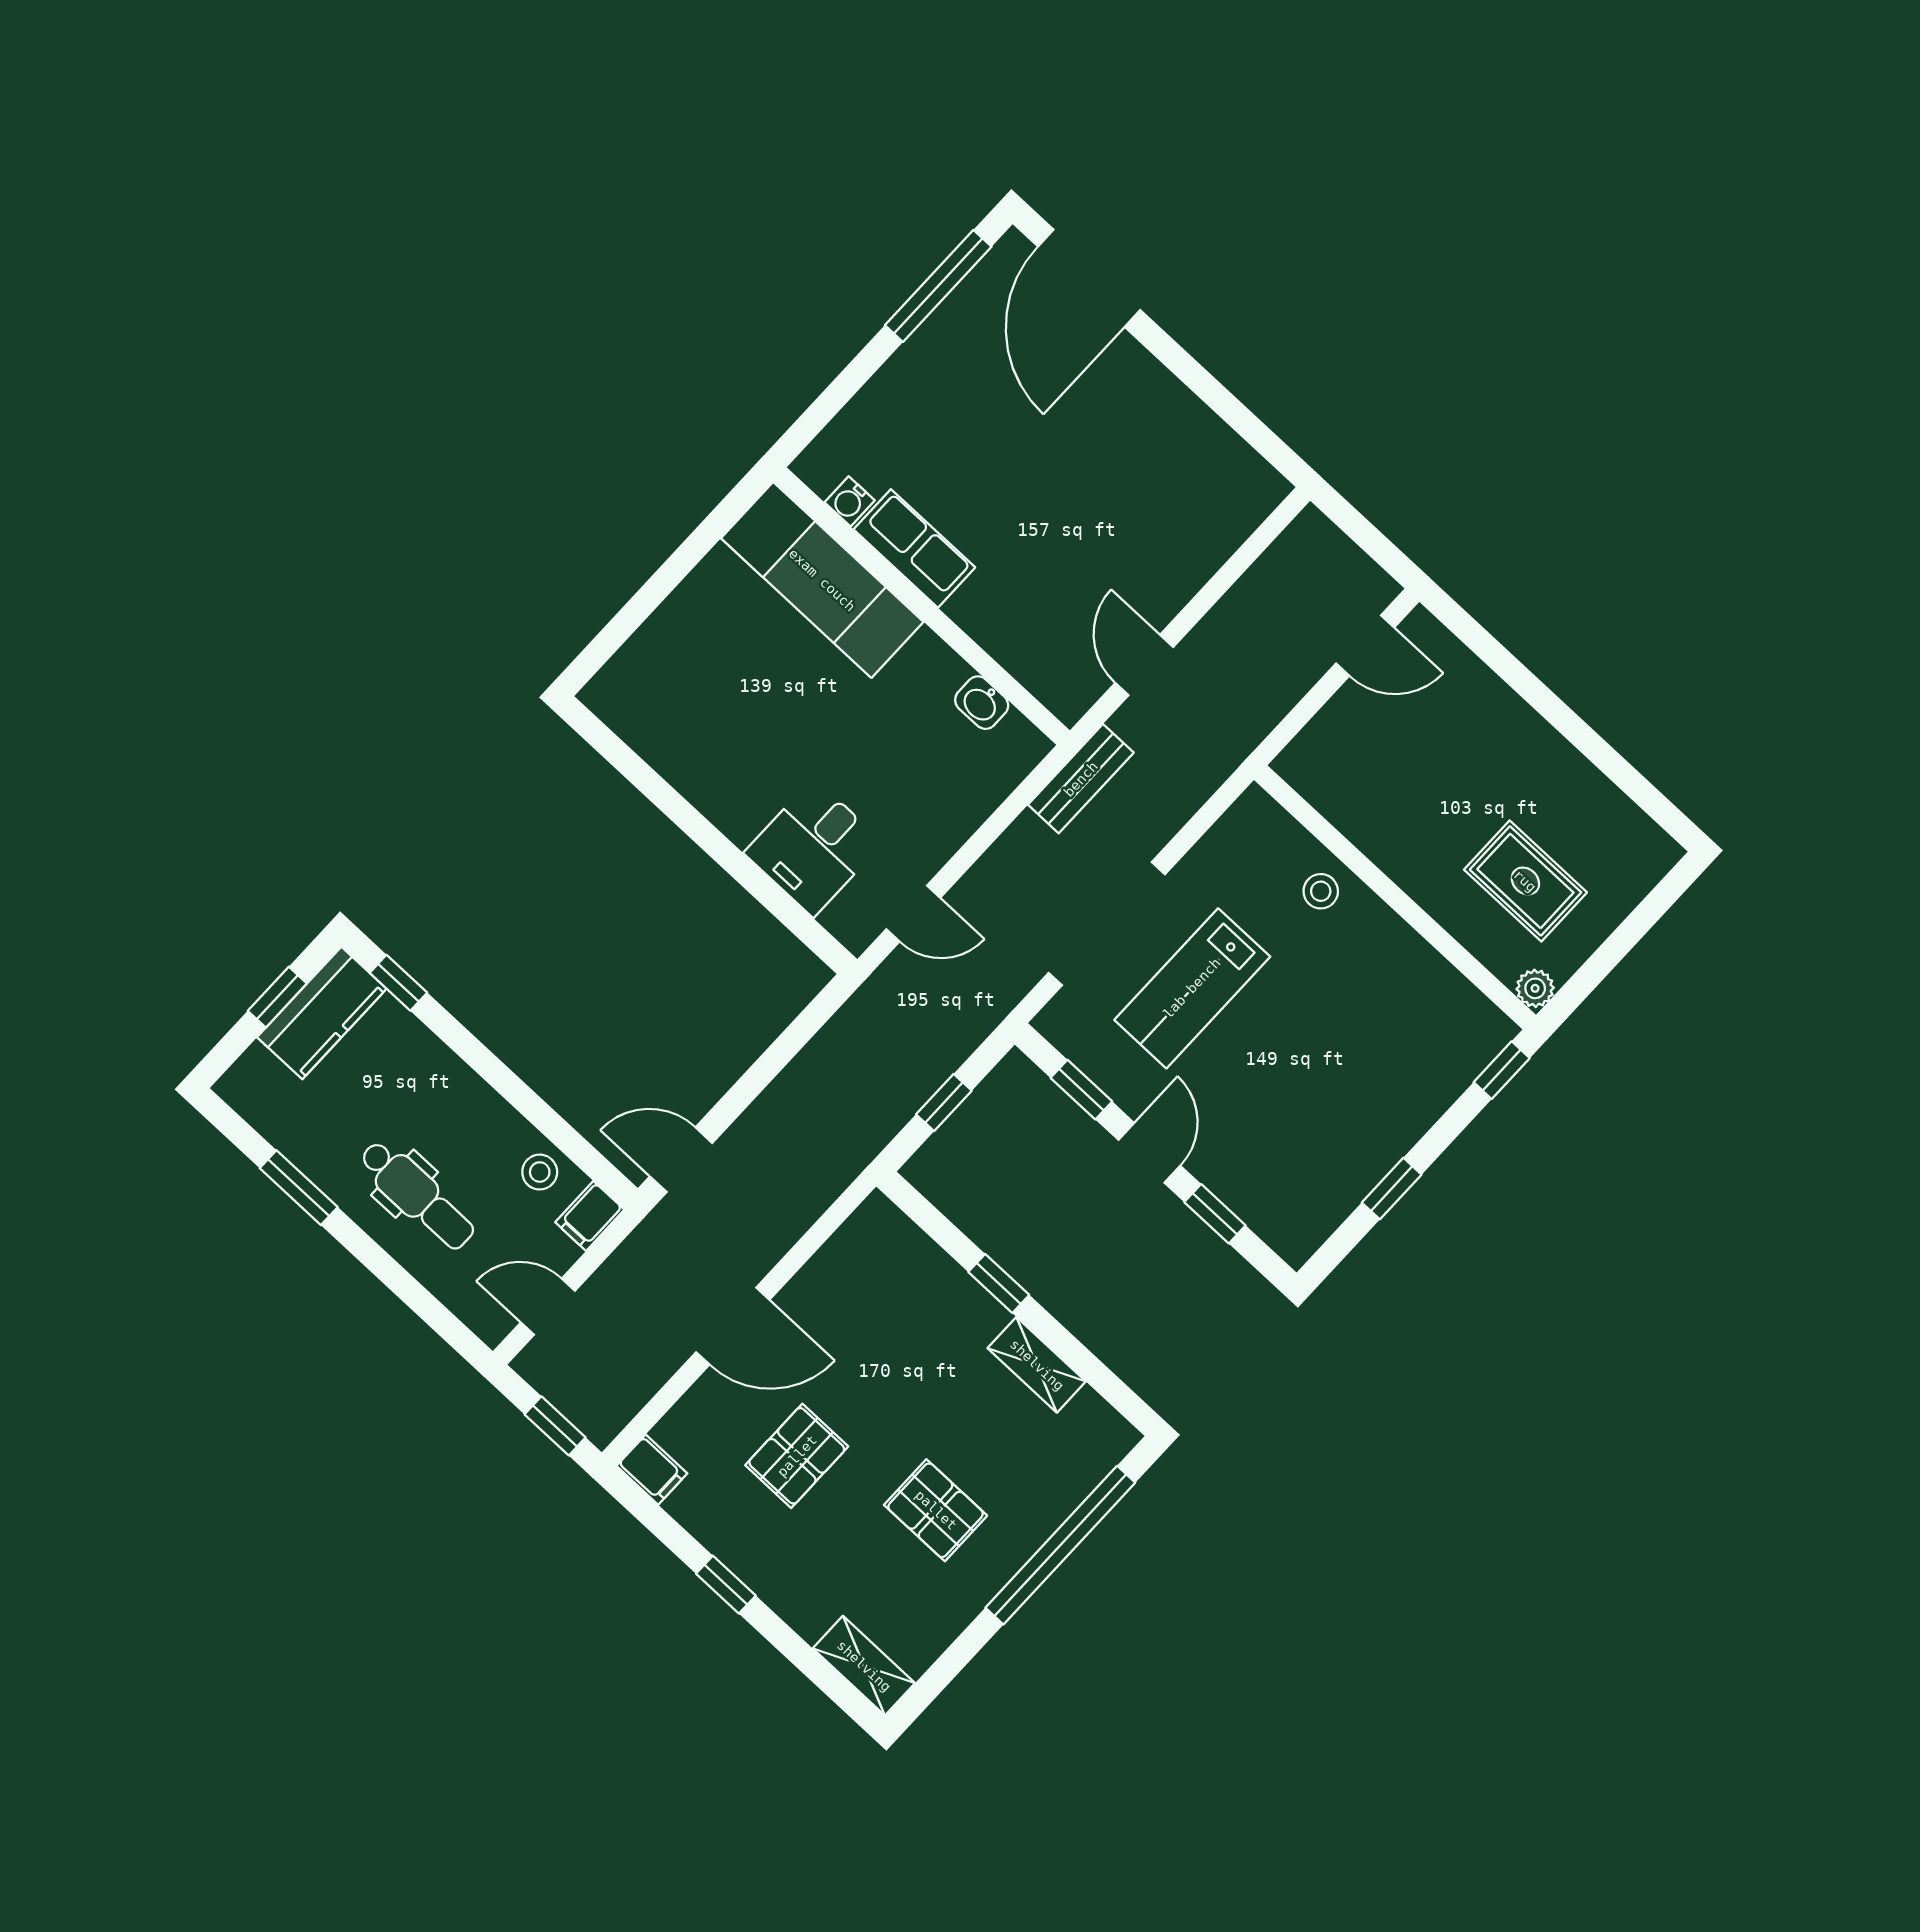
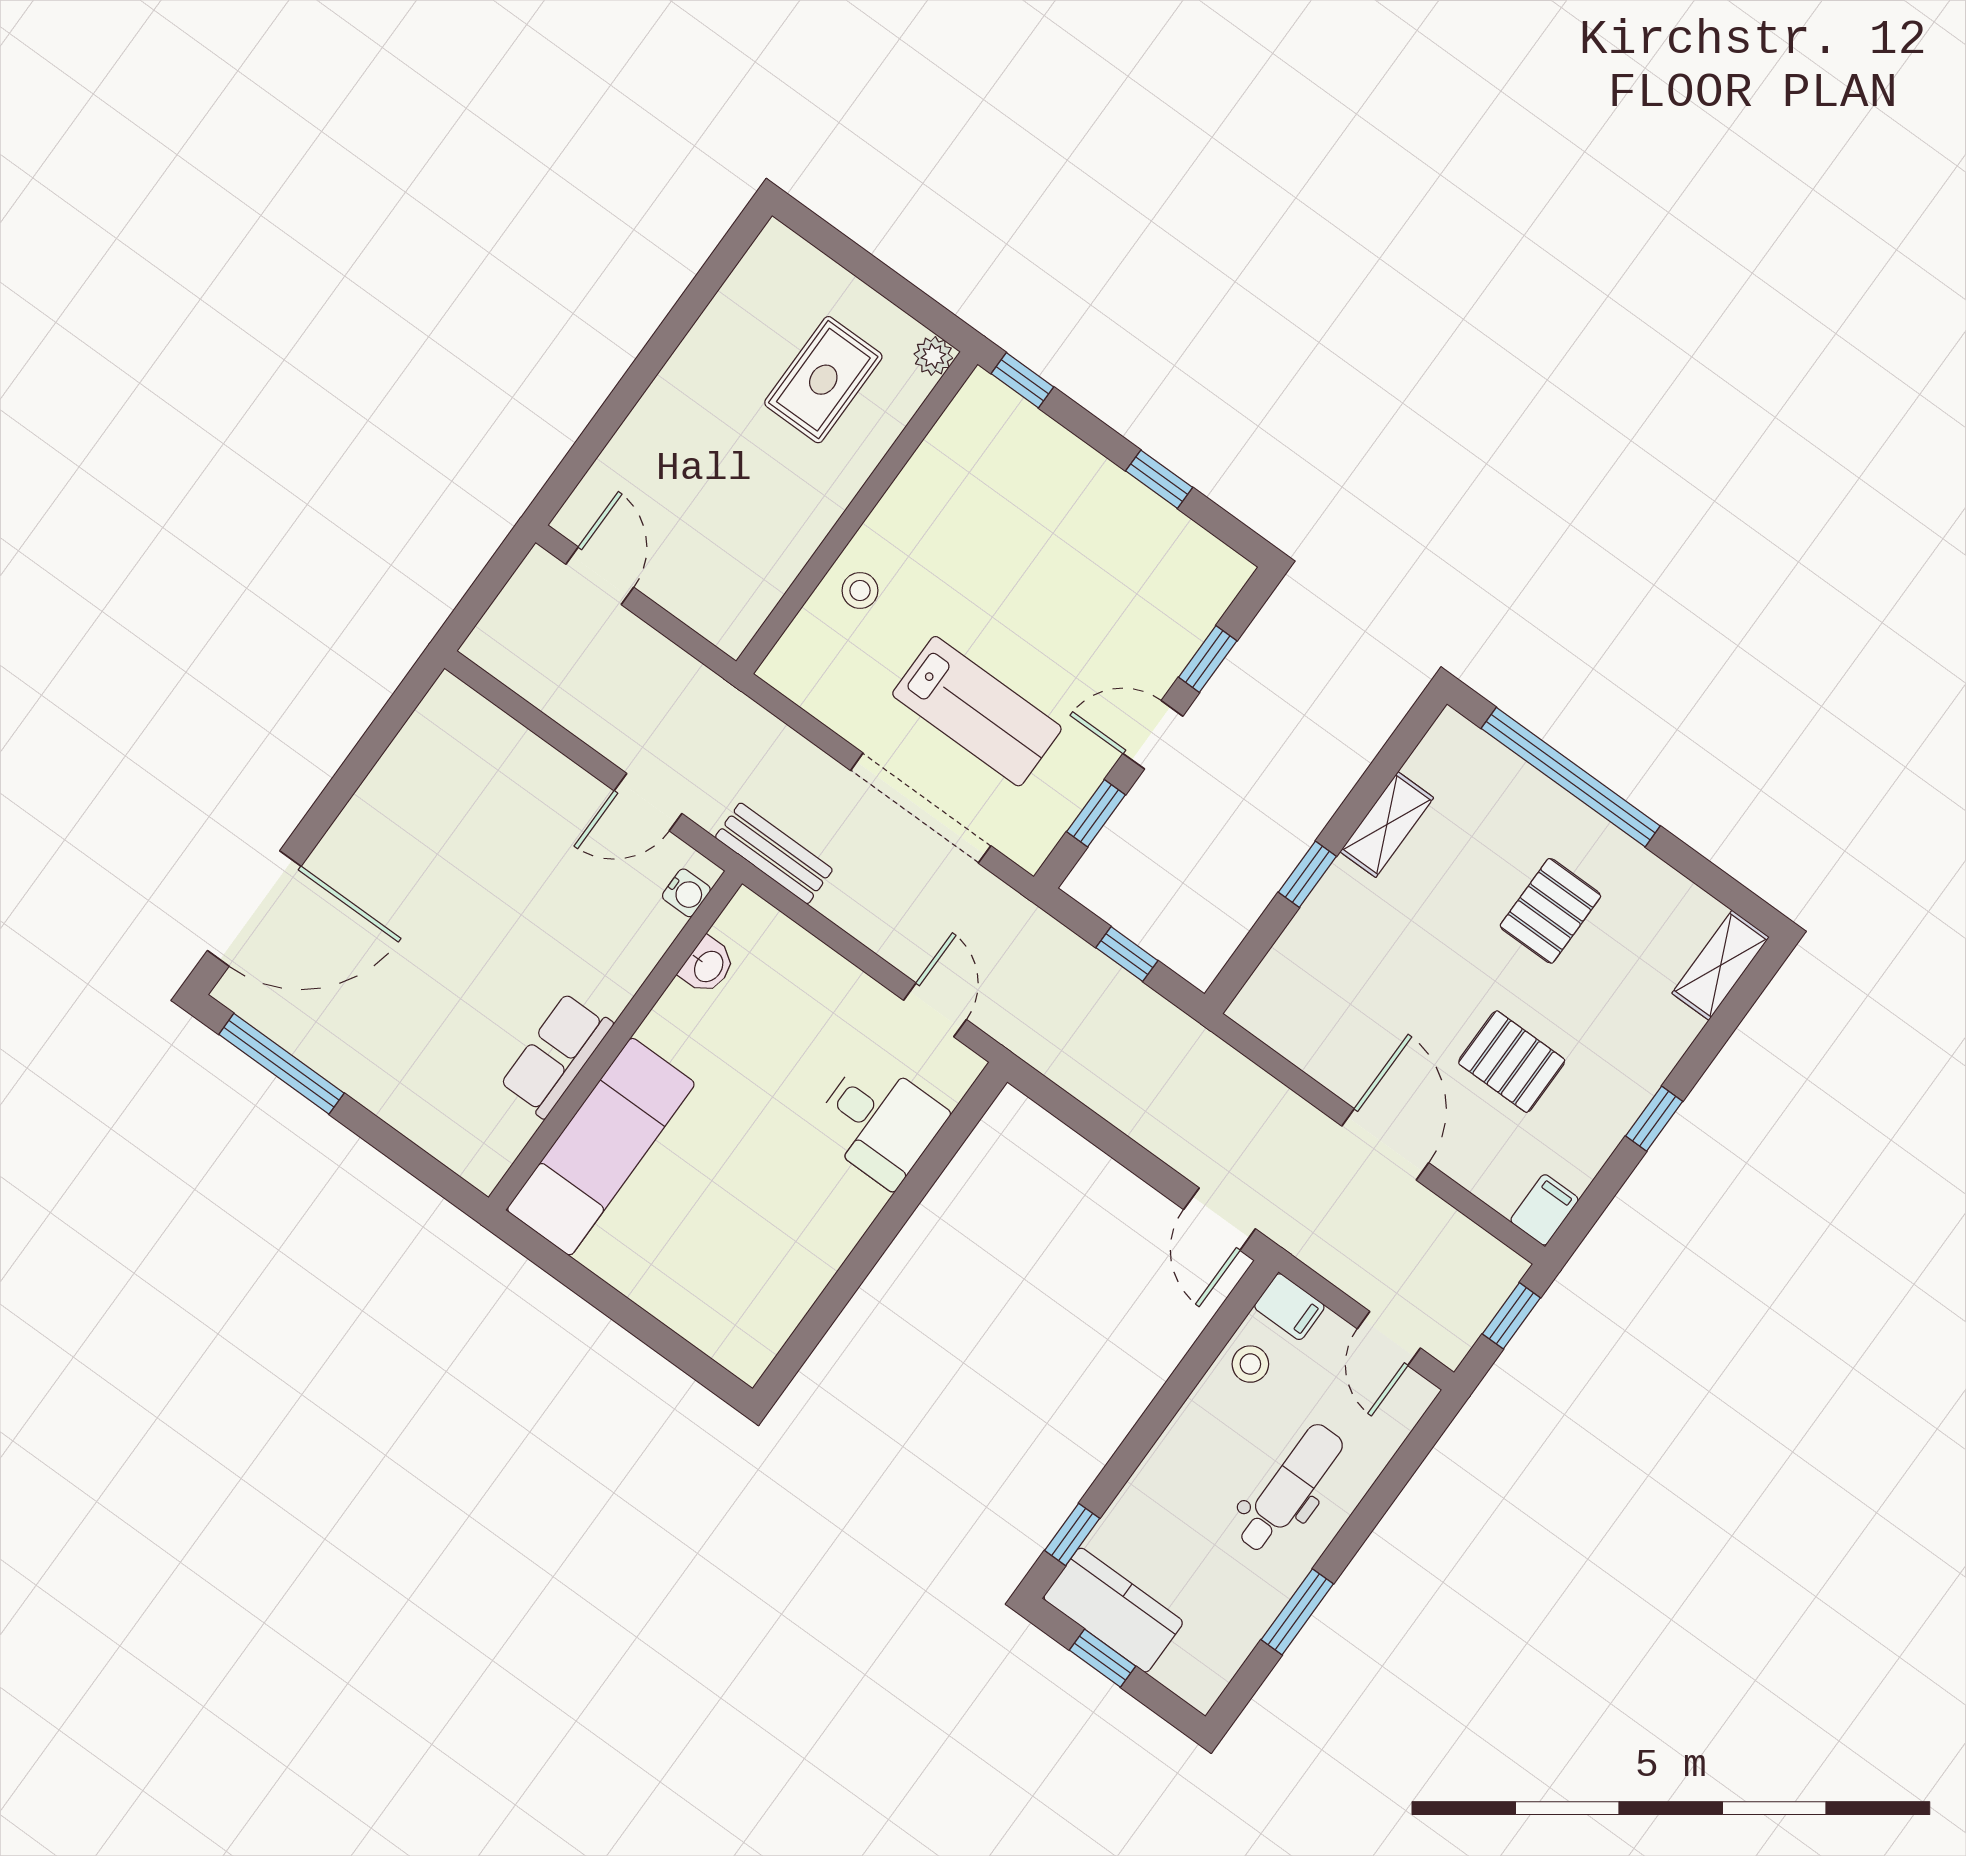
water cooler: (850, 501) -> (686, 893), moved

